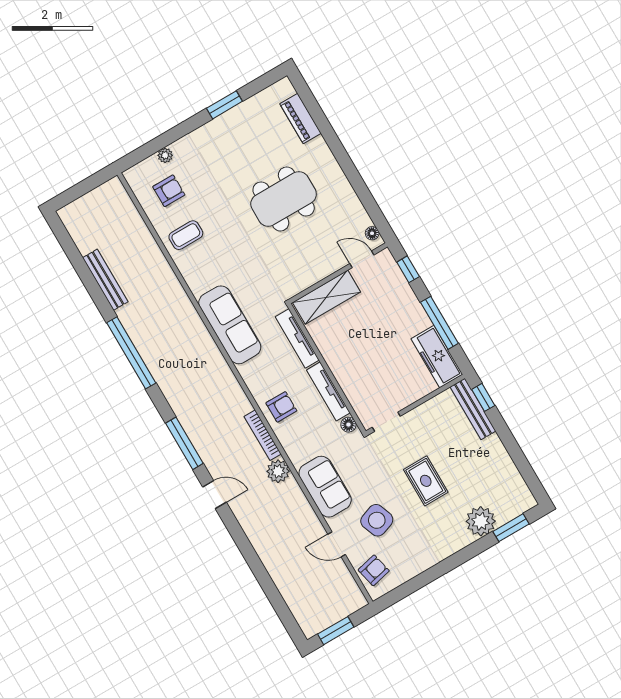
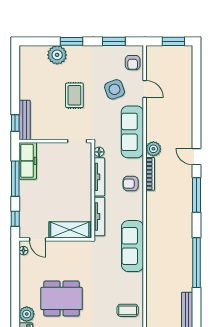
plant: (318, 151) -> (27, 314), added
sofa: (325, 487) -> (132, 132), width x1.36
window: (511, 528) -> (72, 41), moved
armchair: (374, 570) -> (133, 62), turned -77
window: (415, 584) -> (114, 41), added

